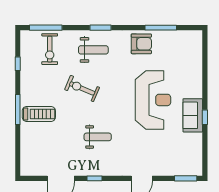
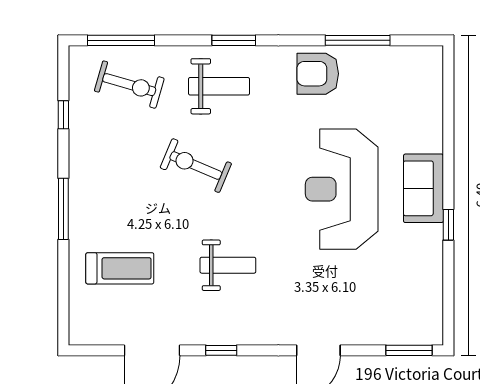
armchair: (141, 44) -> (318, 74), turned 180
exercise bike: (50, 49) -> (129, 85), turned -74
reception desk: (153, 100) -> (342, 189), turned 180
treadmill: (39, 114) -> (120, 268), moved
sofa: (193, 115) -> (423, 188), moved

